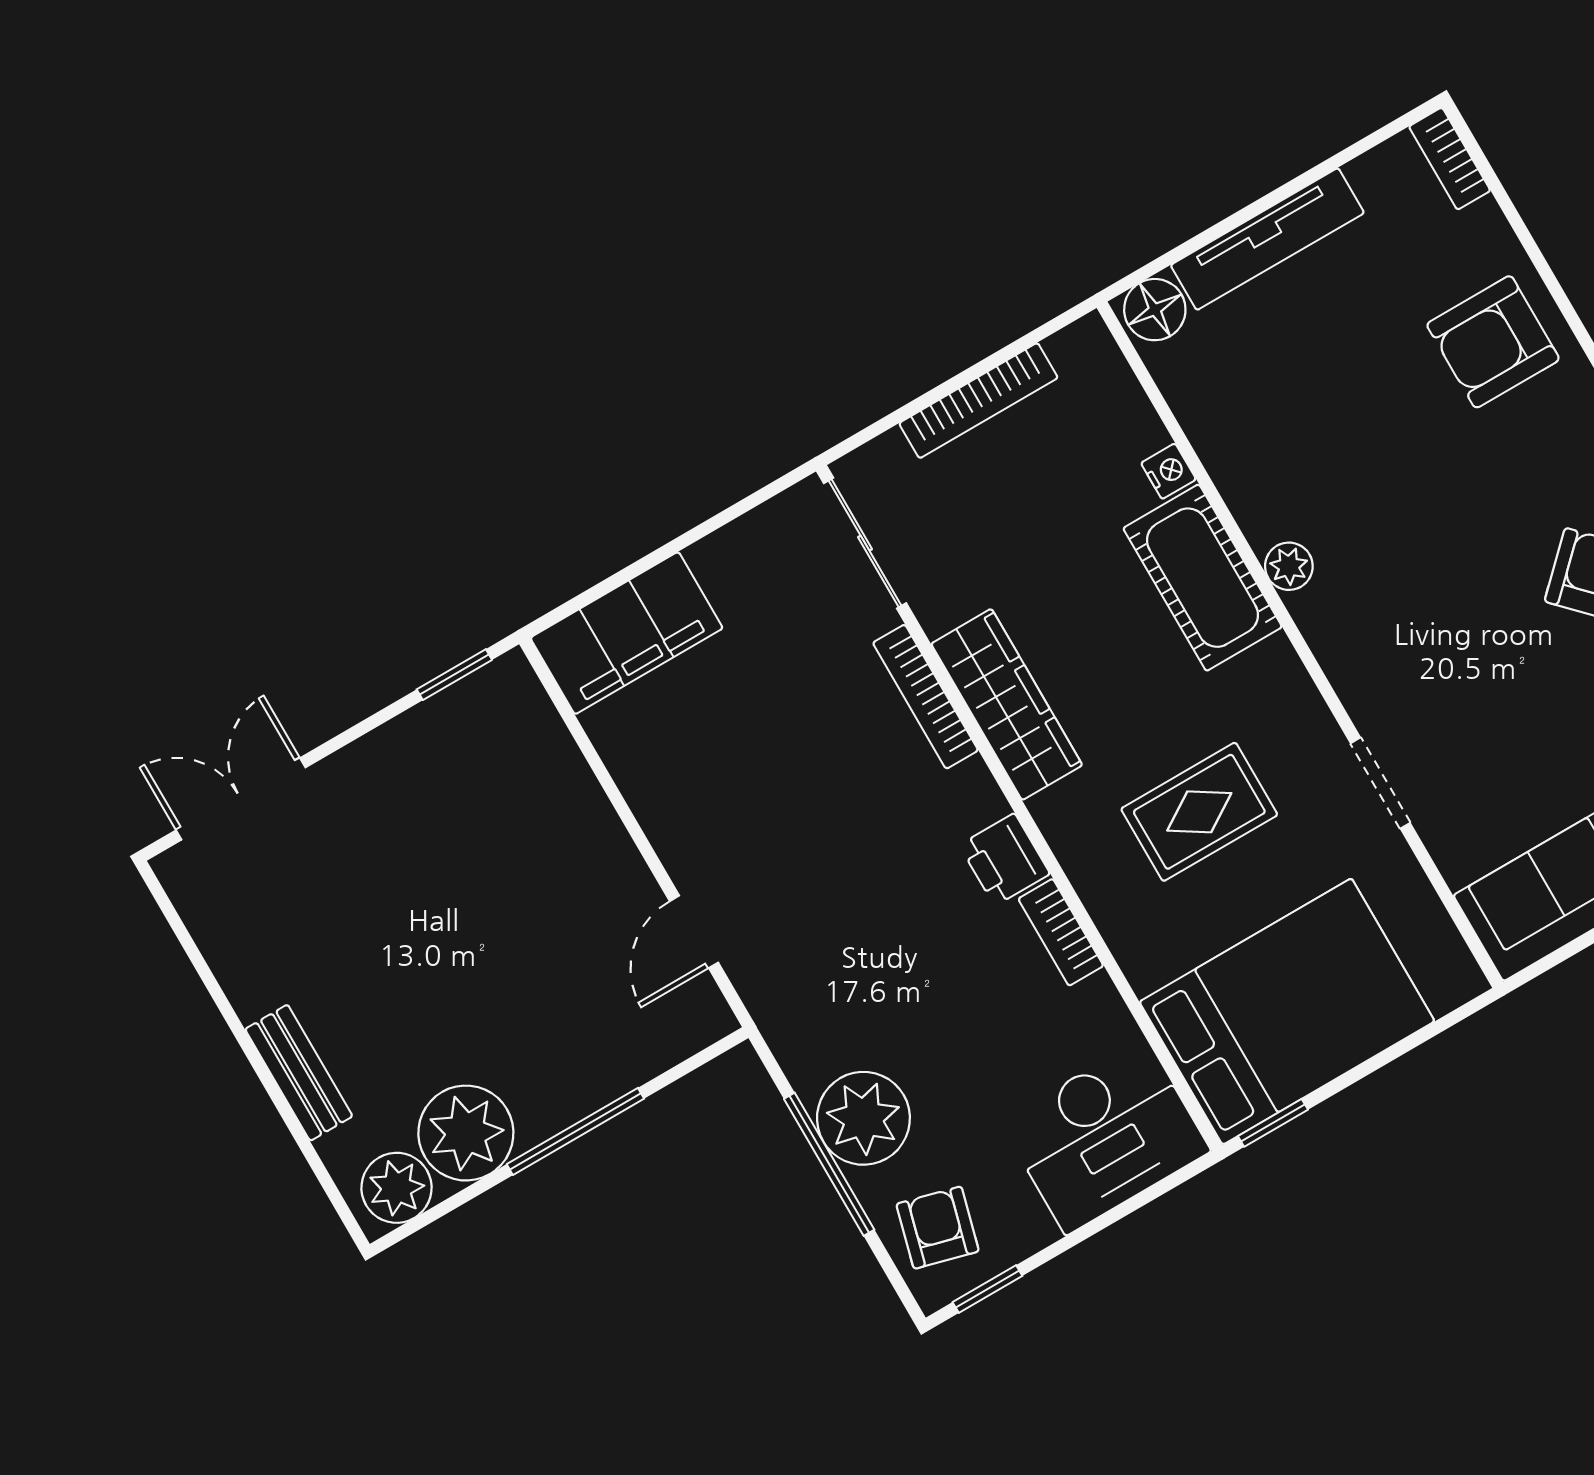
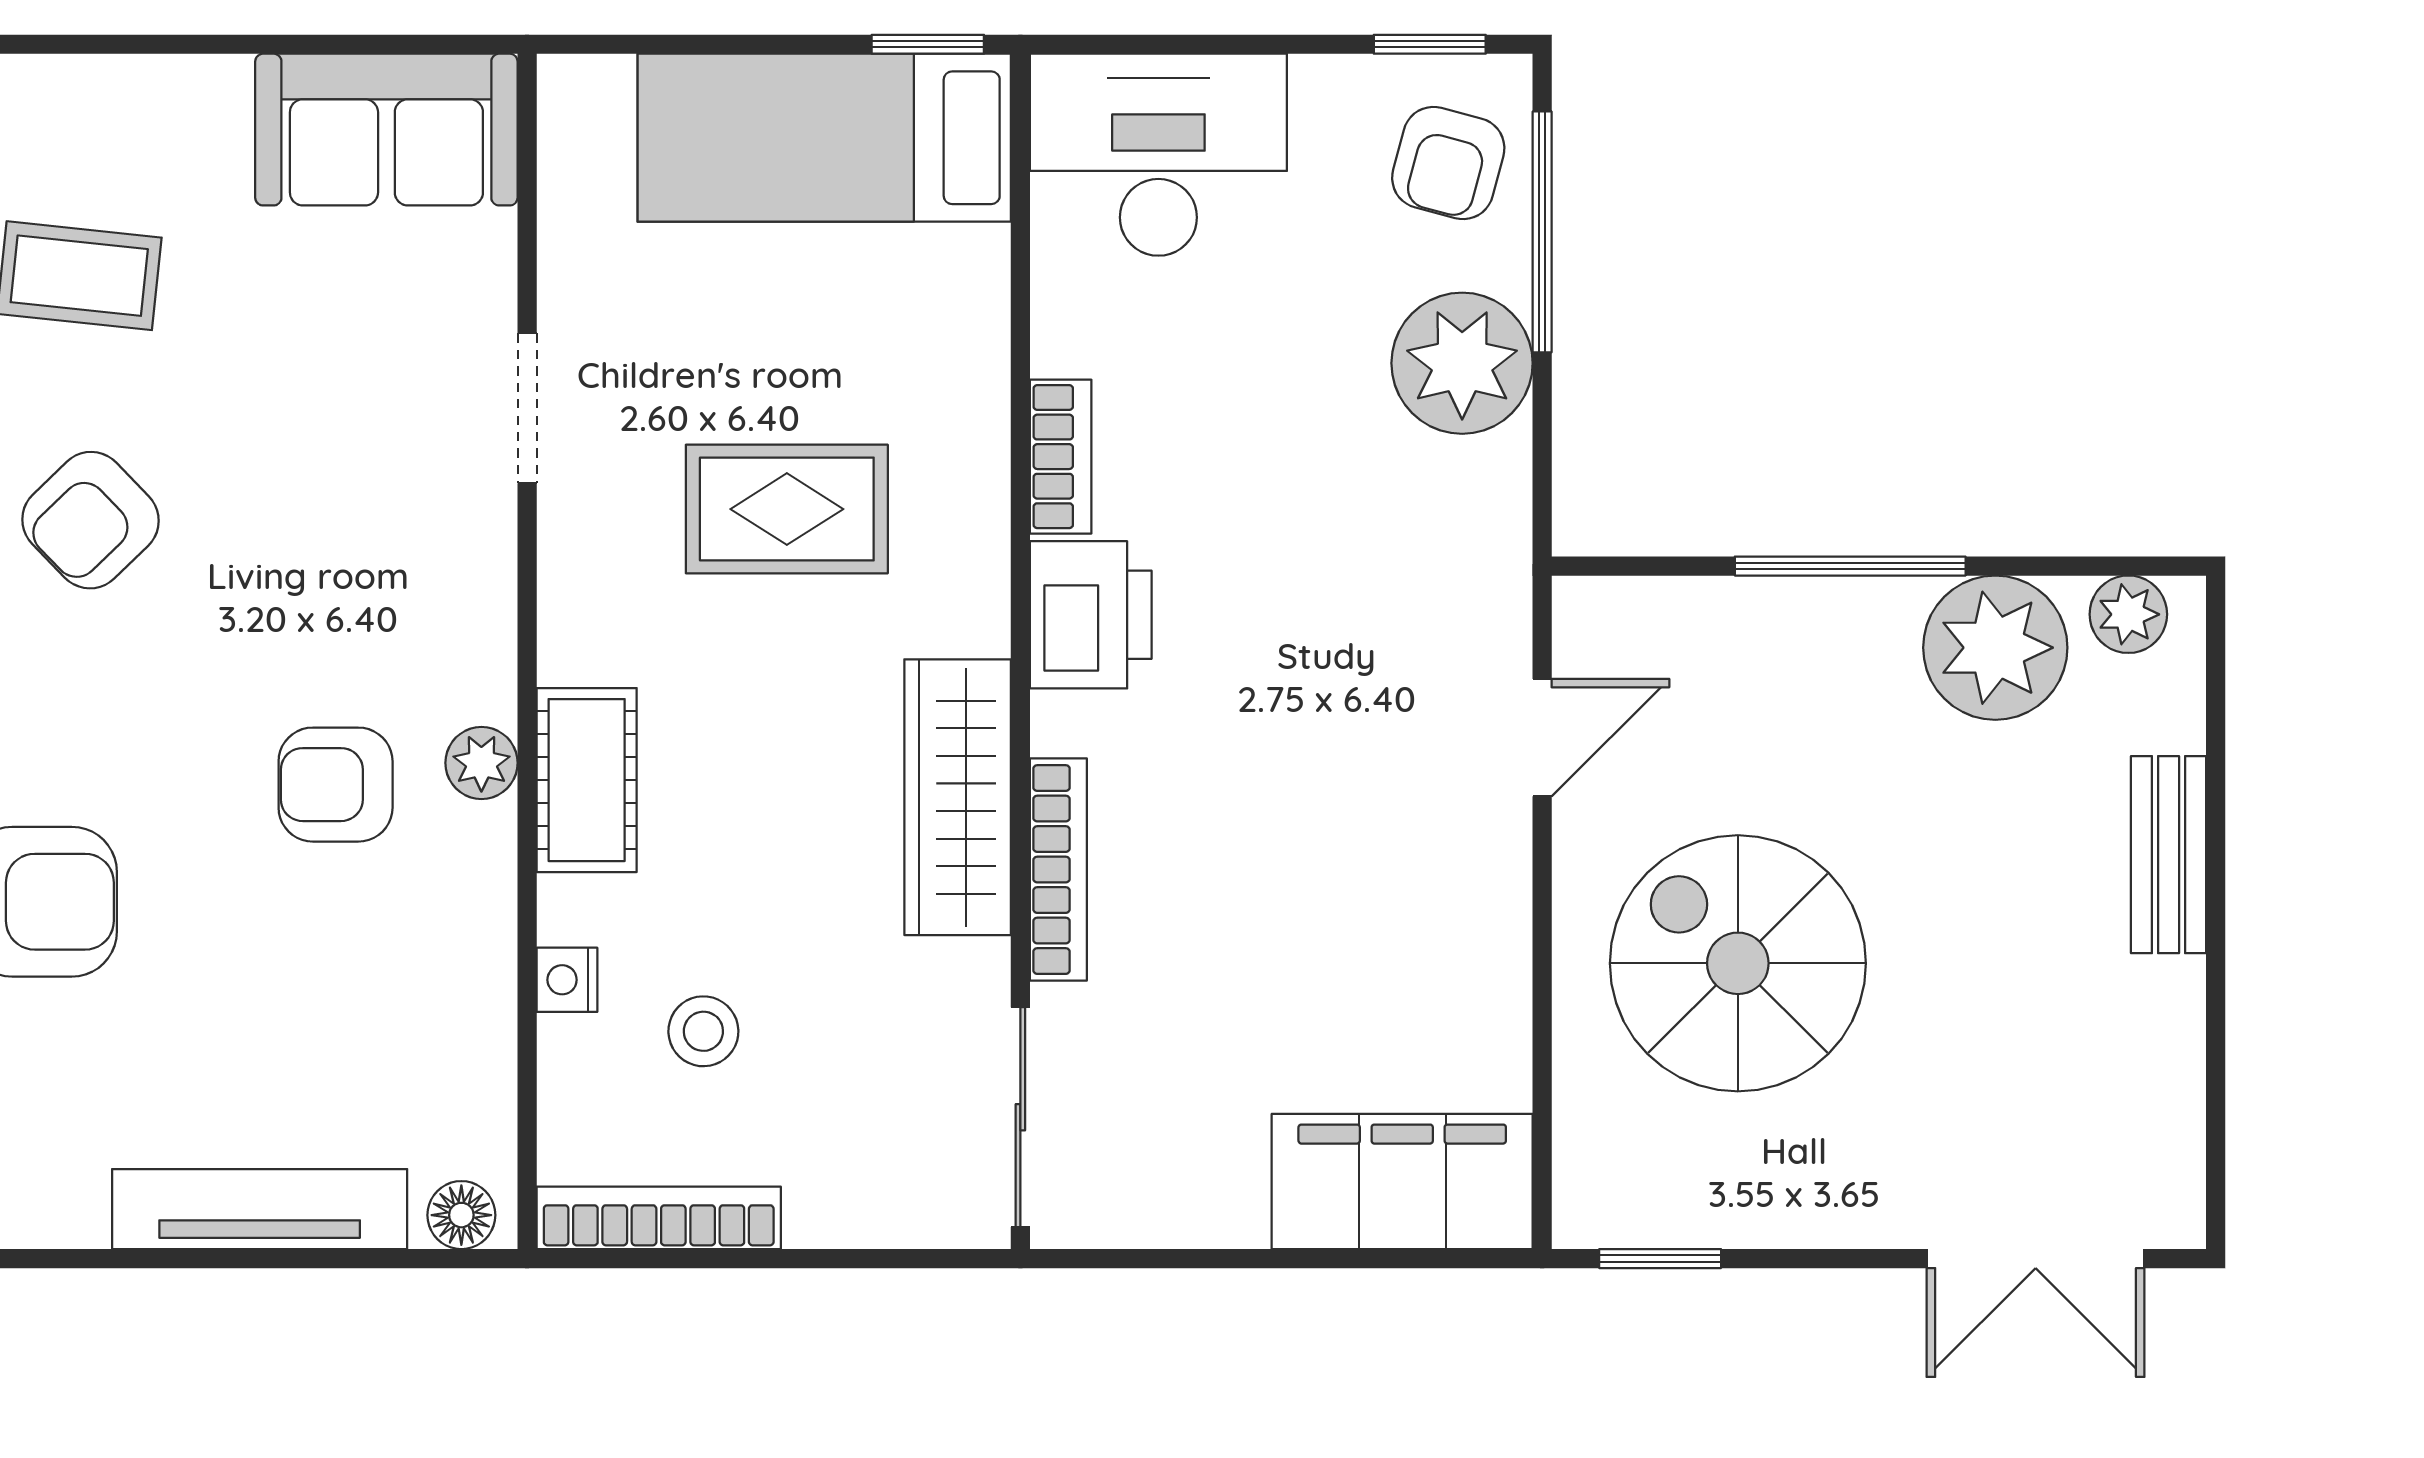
floor lamp: (1155, 310) -> (461, 1215), width x0.73, depth x0.73
bookcase: (978, 401) -> (659, 1218), moved
stool: (1074, 487) -> (703, 1031), added
armchair: (1365, 506) -> (336, 785), added
cot: (1203, 578) -> (587, 780), width x0.73, depth x0.75
printer: (1005, 860) -> (1091, 615), width x1.36, depth x1.24
spiral stairs: (508, 868) -> (1738, 963), added
bed: (1287, 1011) -> (824, 138), width x0.67
window: (829, 1164) -> (1542, 232), moved
plant: (397, 1188) -> (2128, 614), width x0.73, depth x0.73

